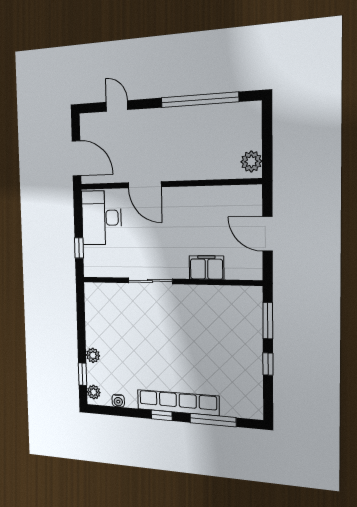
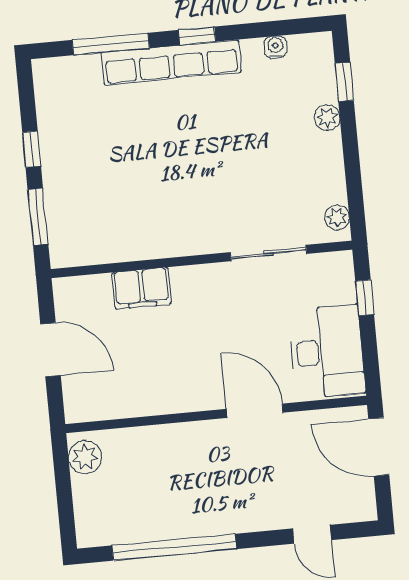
sliding door: (150, 281) -> (269, 253), moved
plant: (94, 392) -> (337, 218), moved

